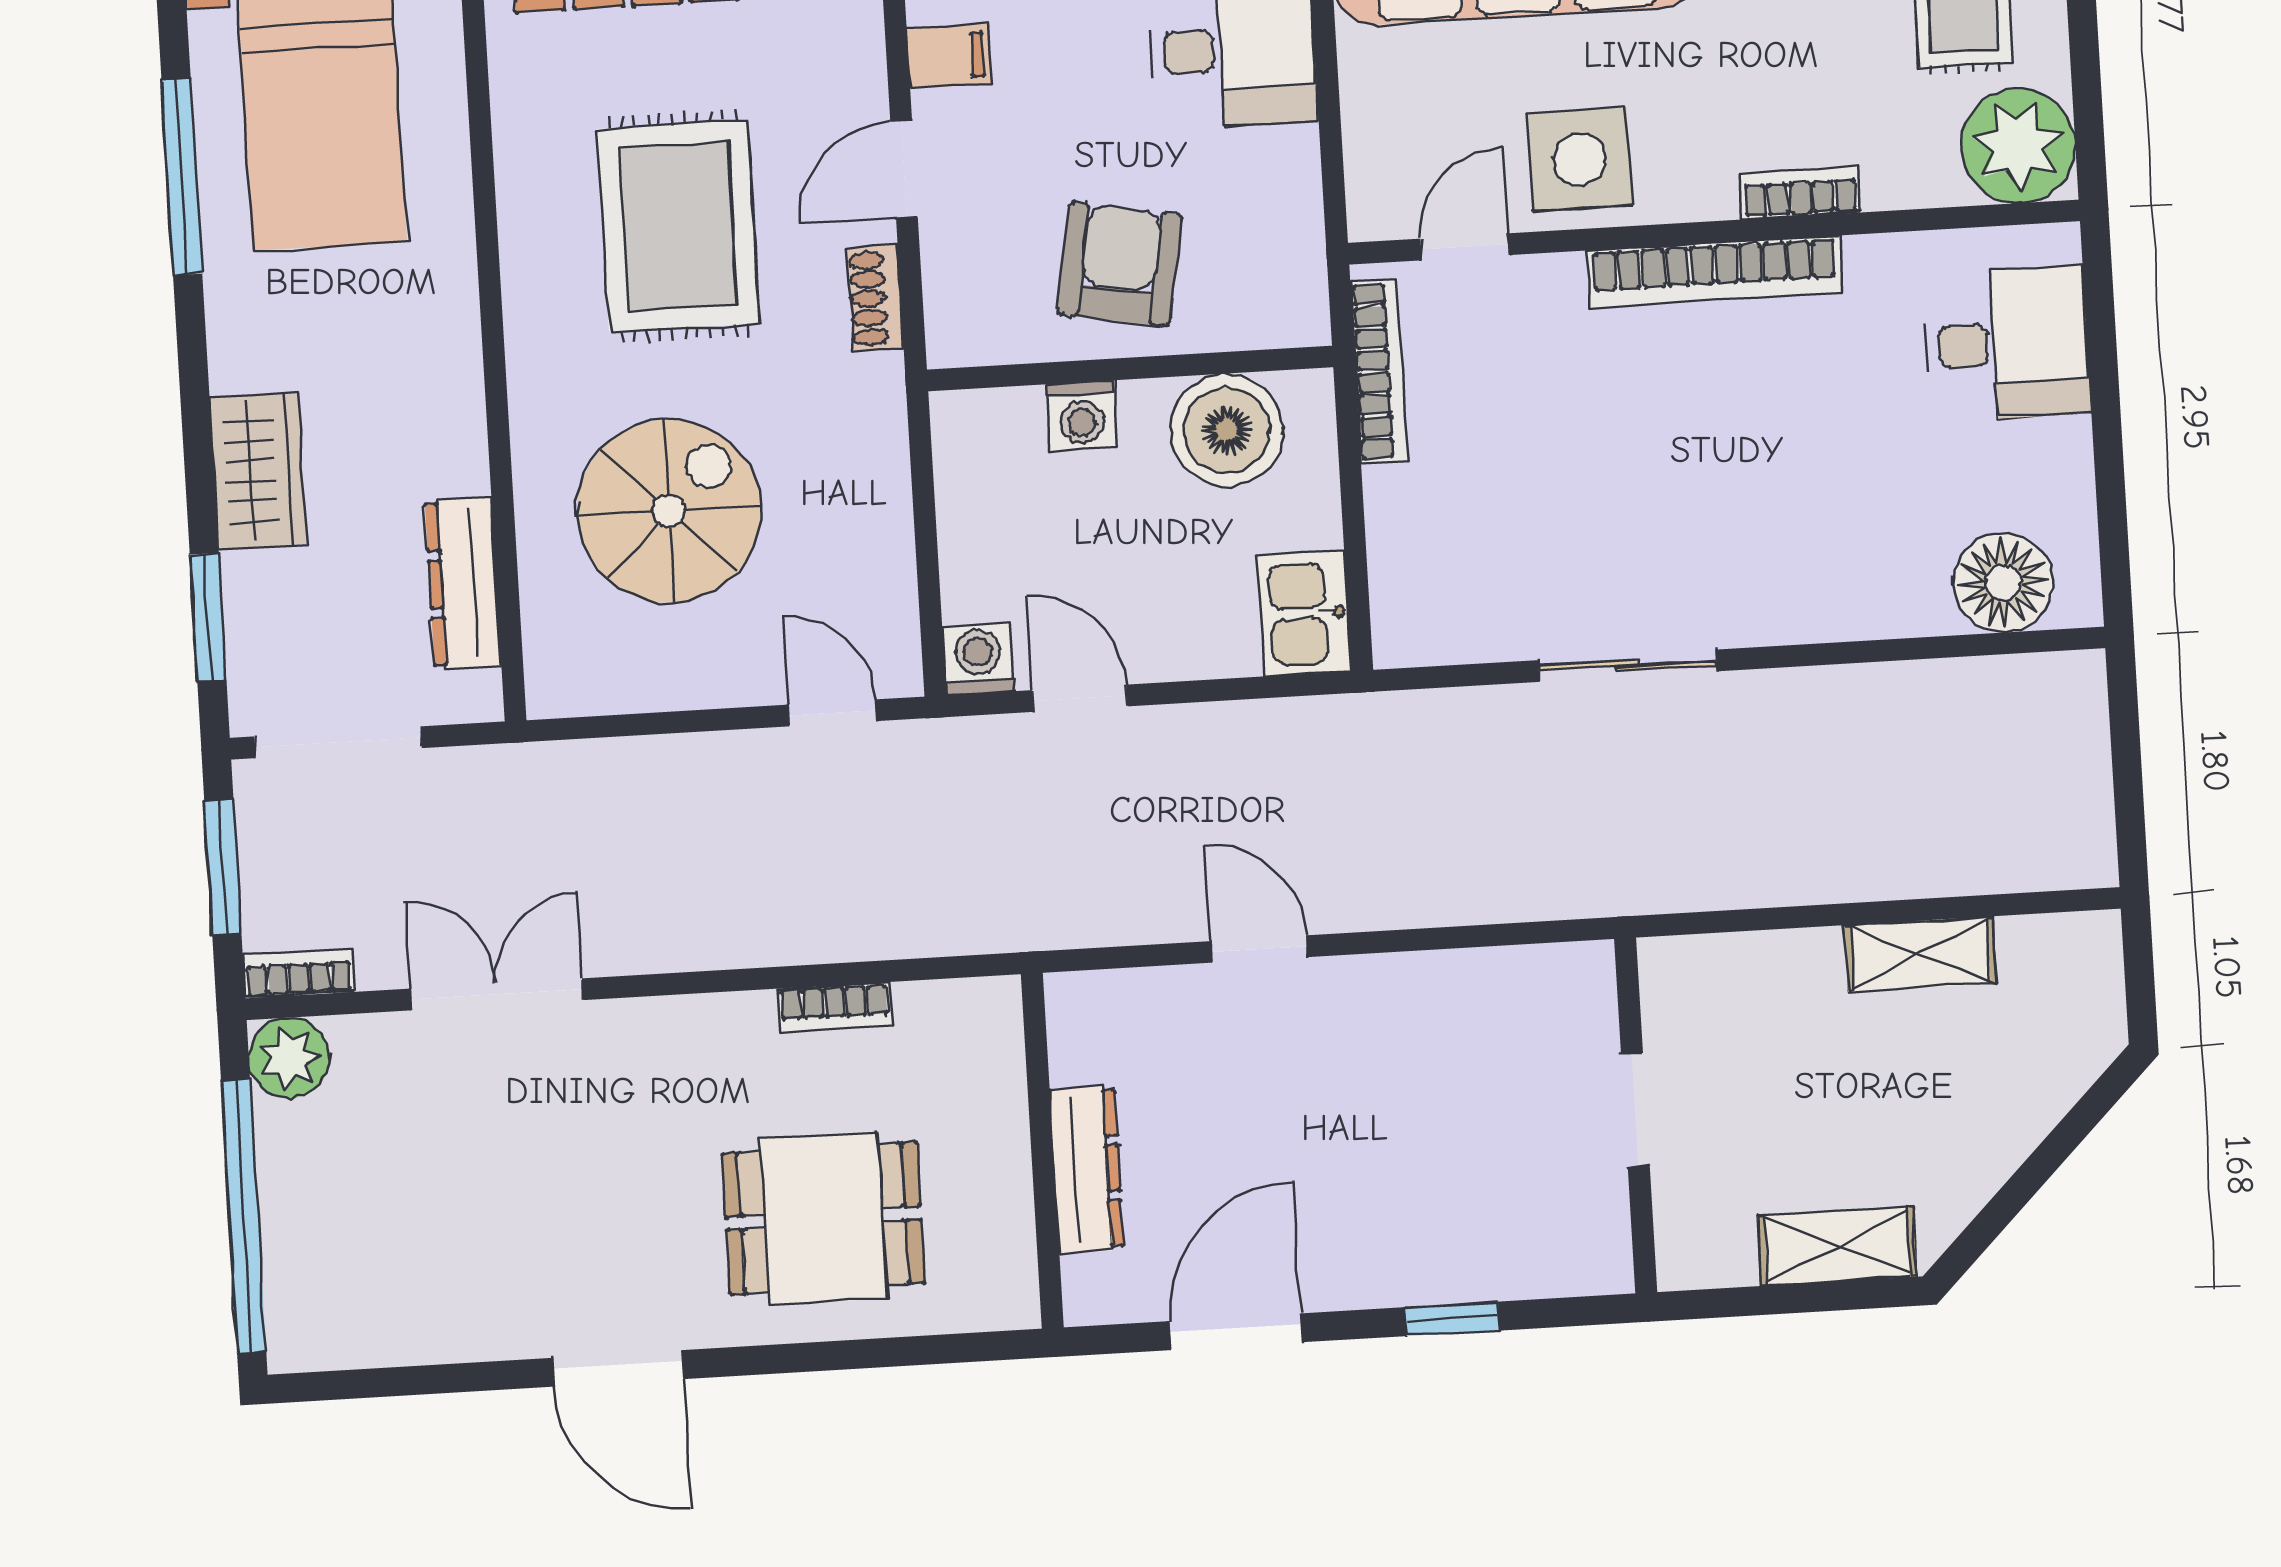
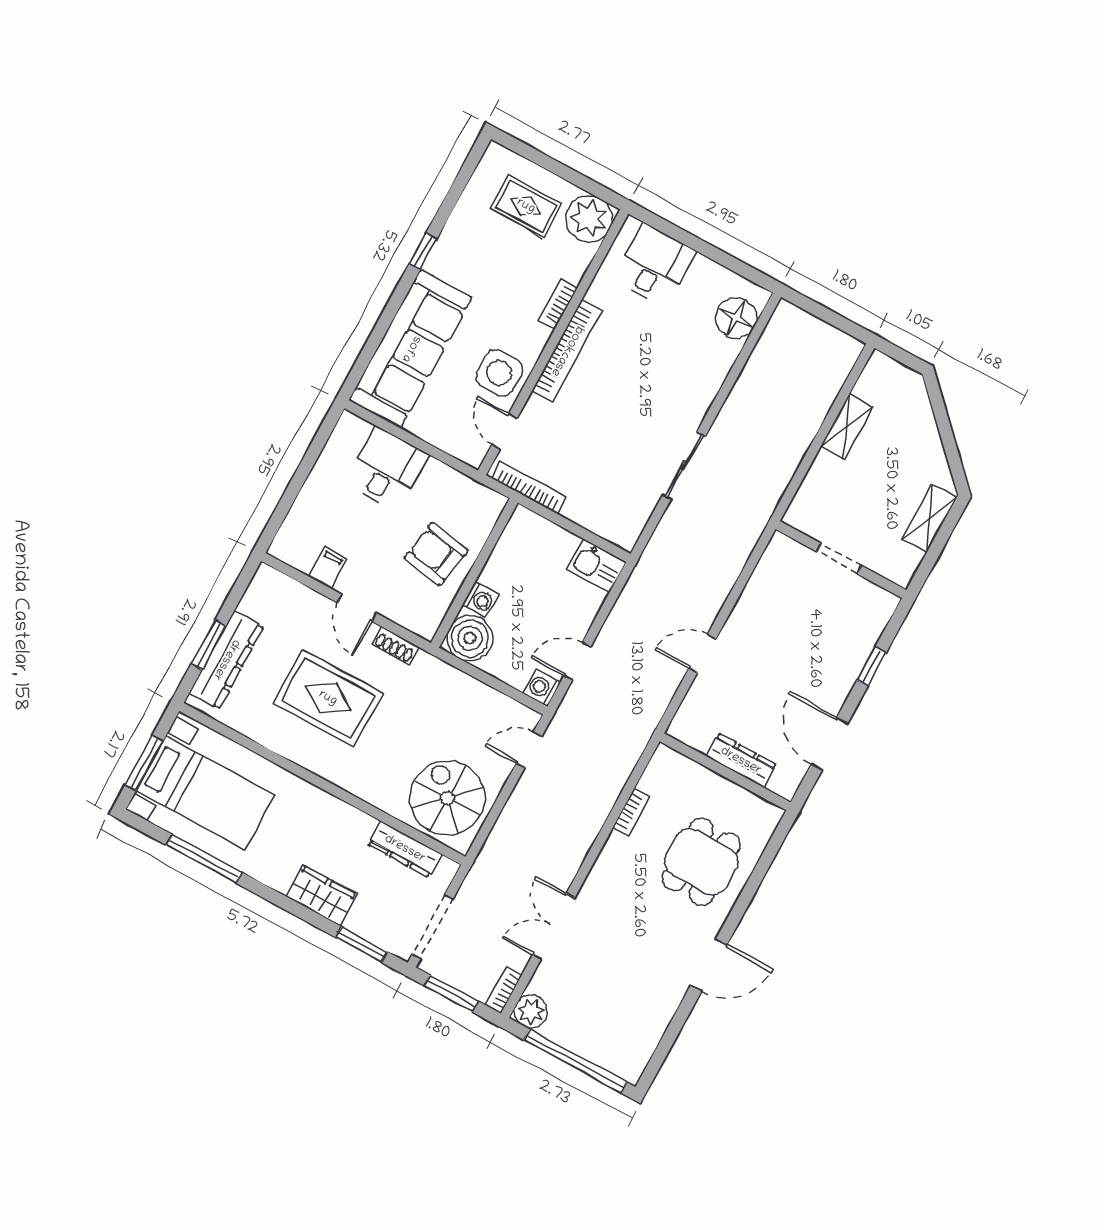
boiler: (1227, 430) -> (470, 638), moved
spiral stairs: (669, 511) -> (448, 798), moved

